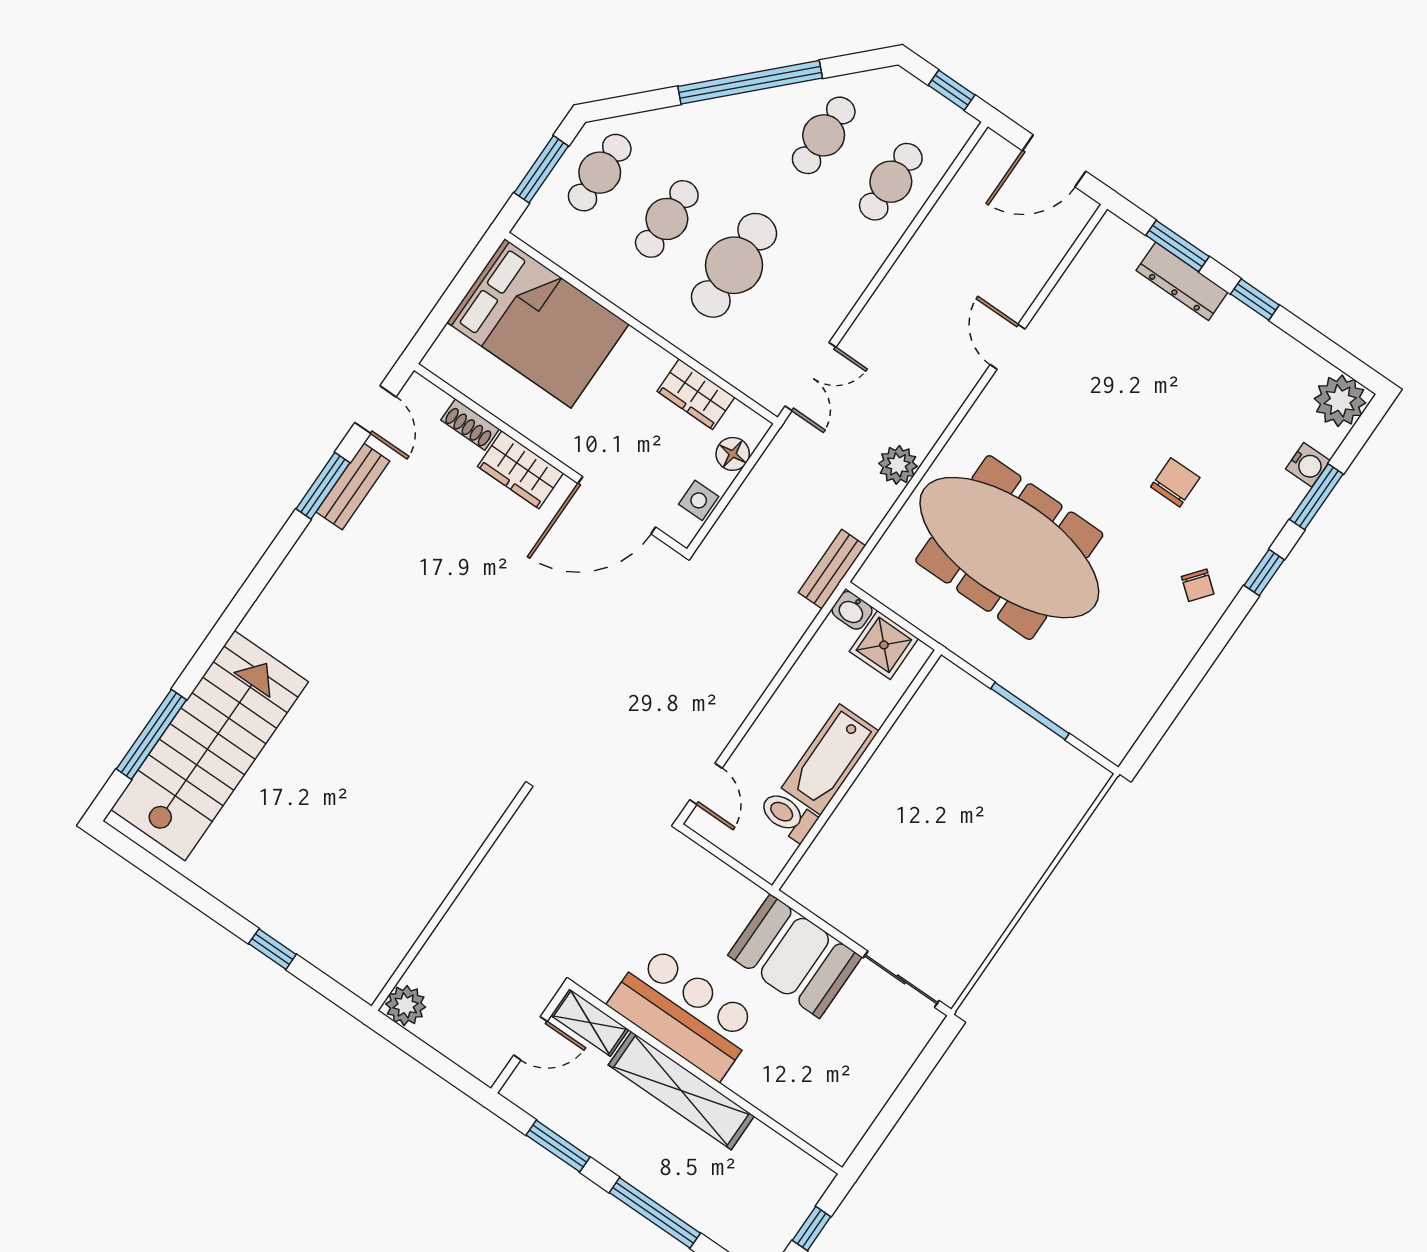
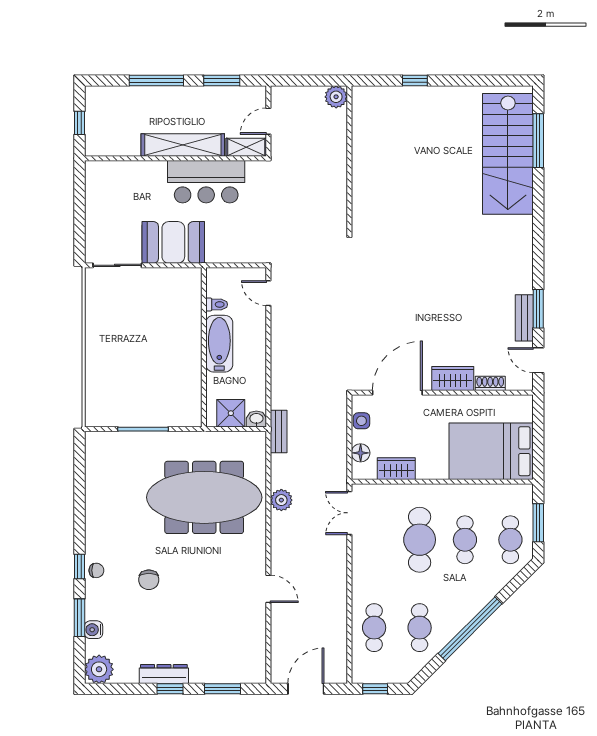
dresser: (1182, 281) -> (164, 674), moved
chair: (1198, 585) -> (96, 570), moved, turned 141
toilet: (788, 816) -> (217, 304), width x0.73, depth x0.72

